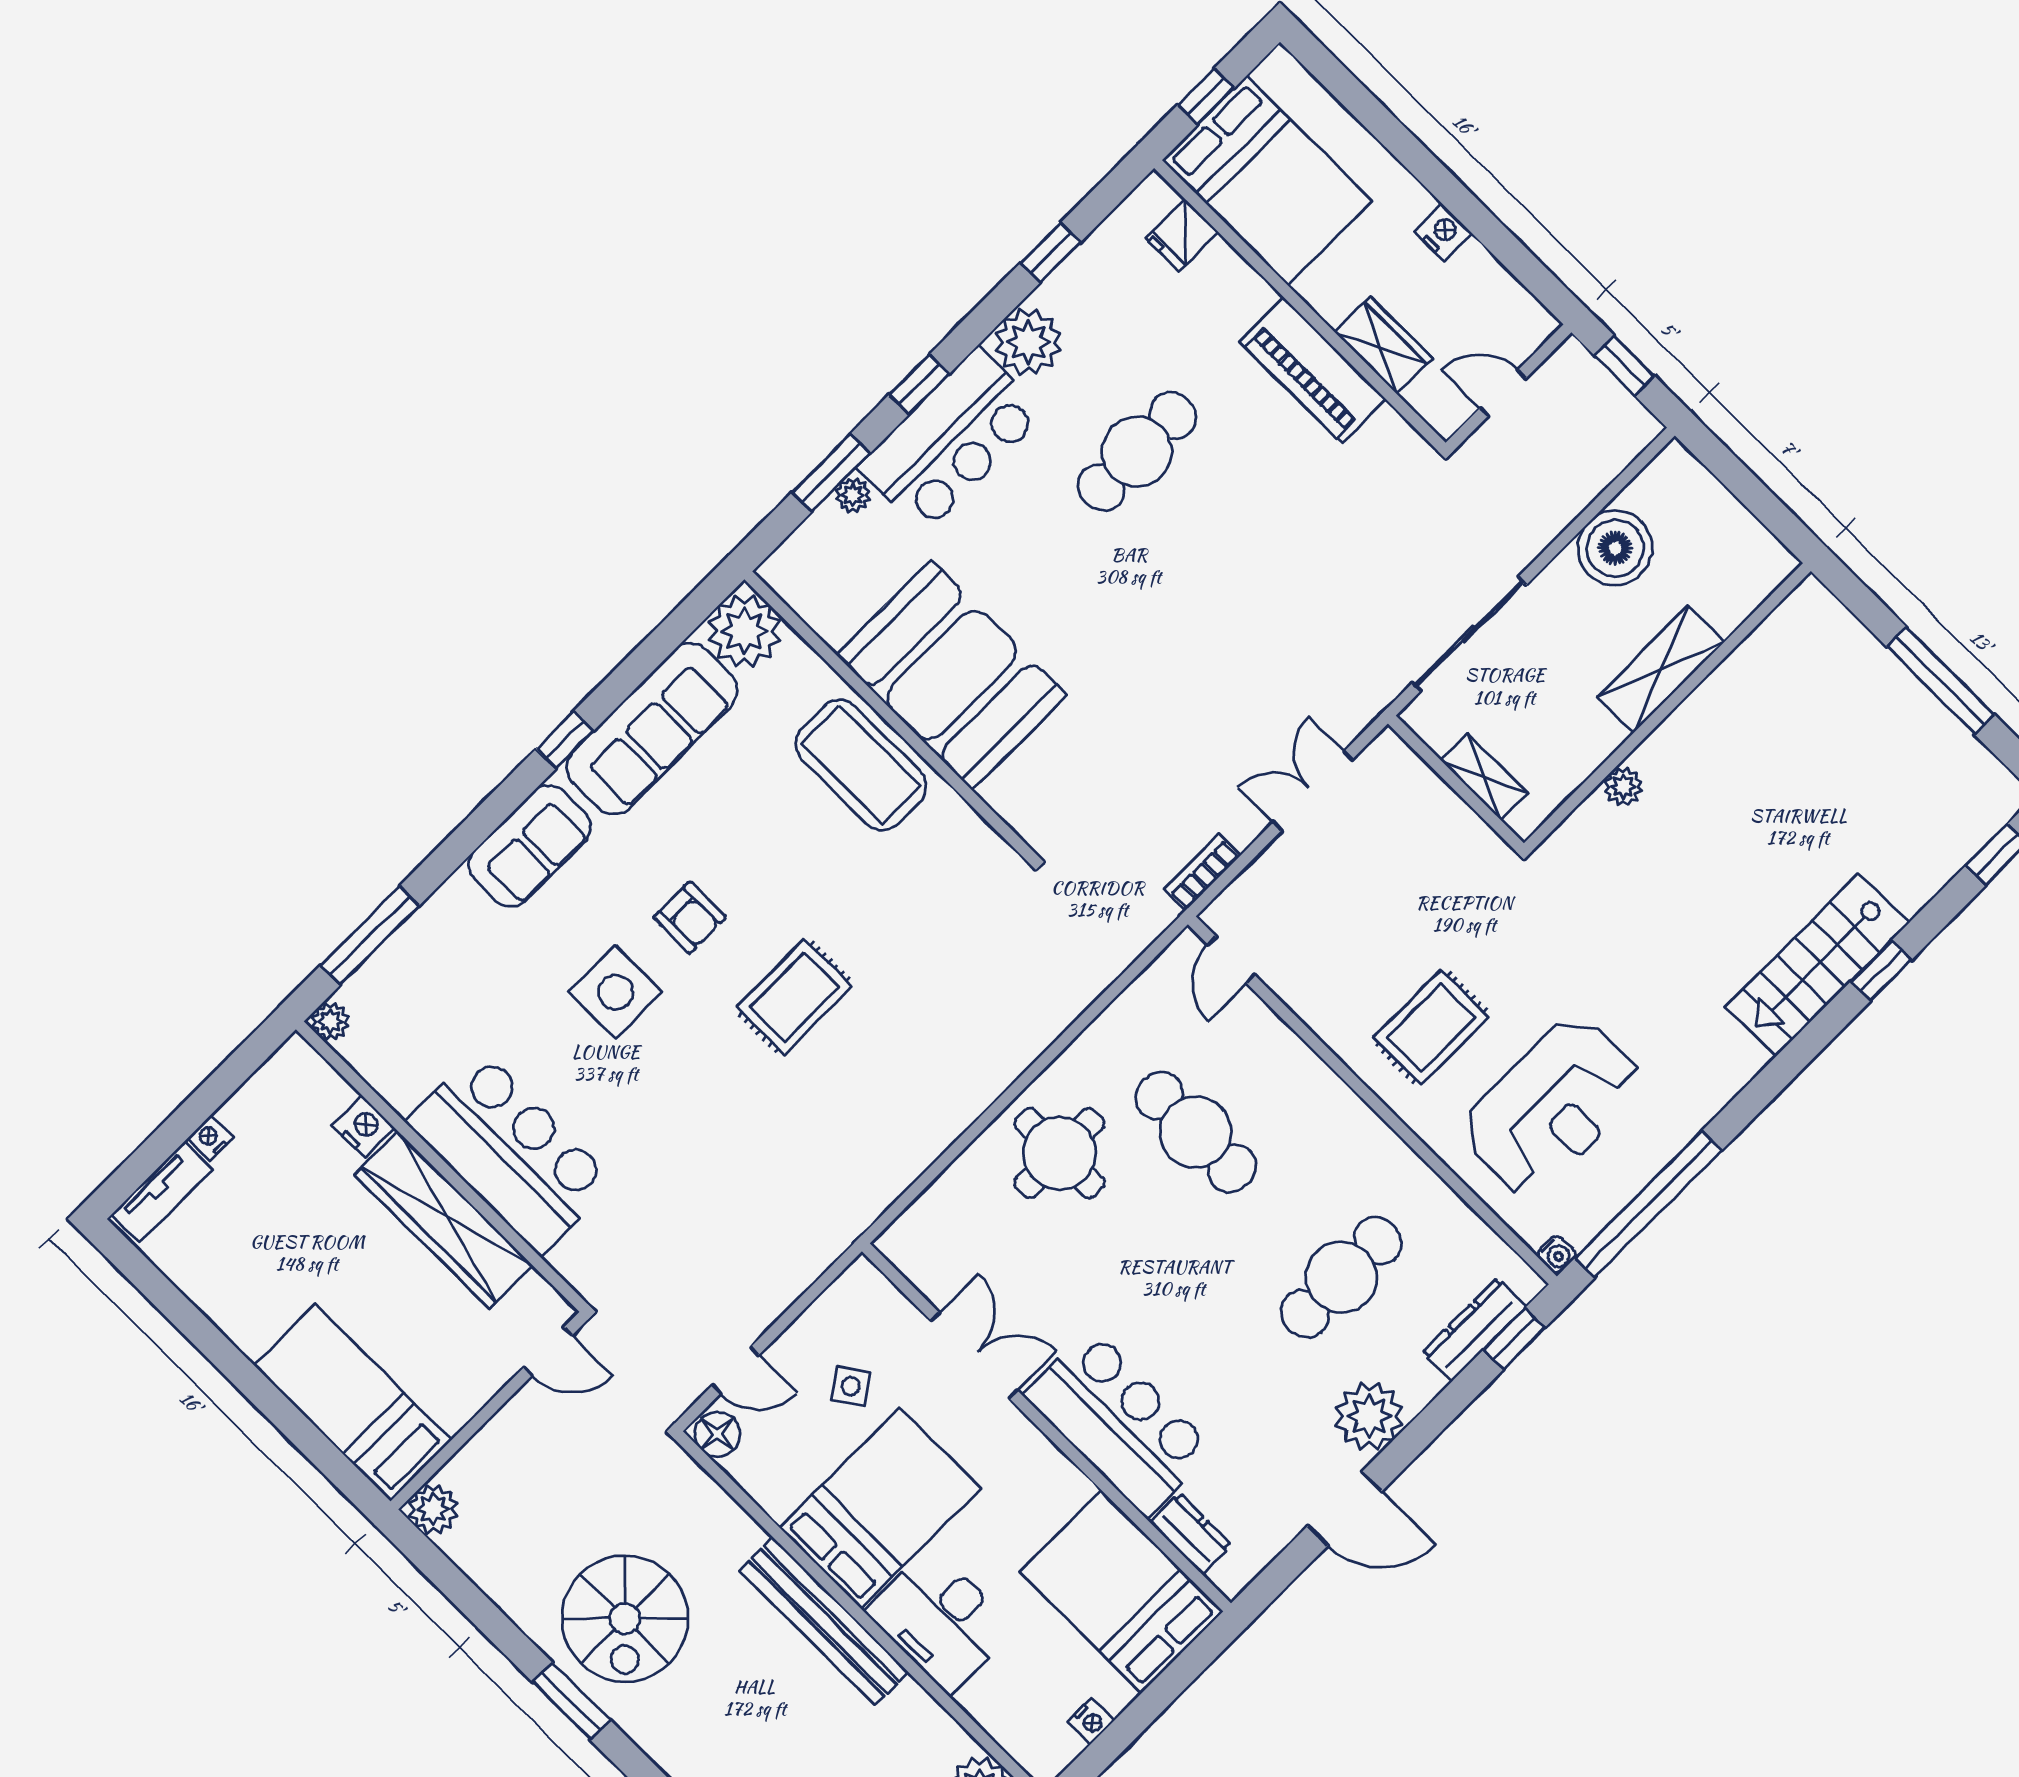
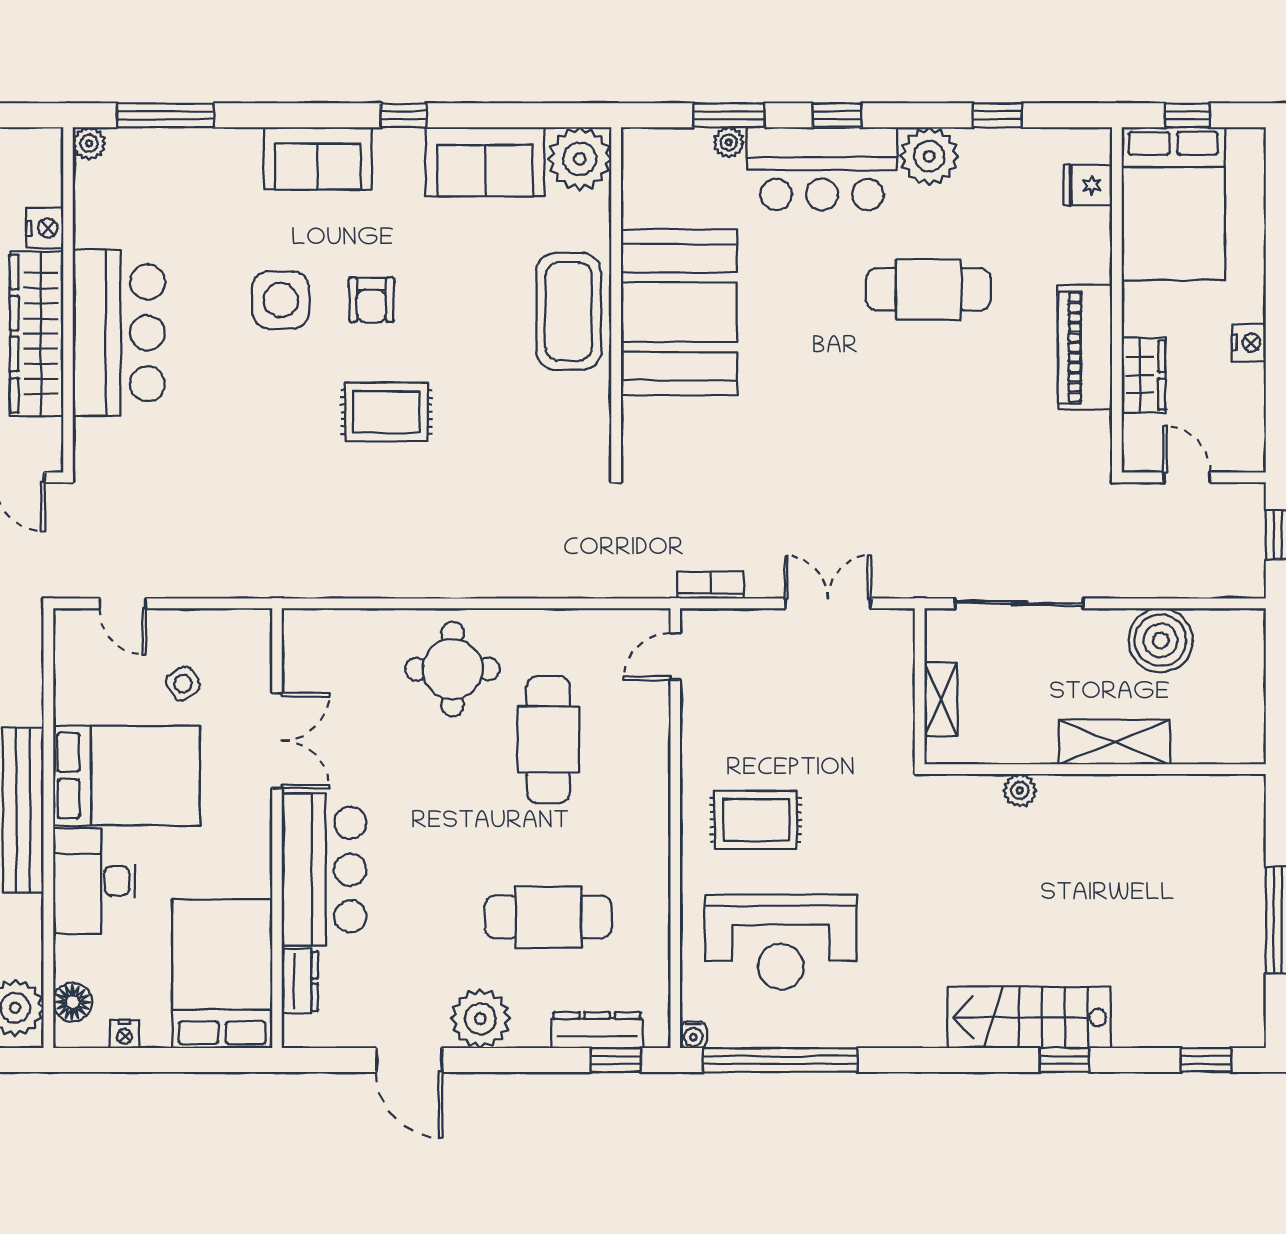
sofa: (652, 729) -> (485, 162), width x0.73
floor lamp: (717, 1434) -> (72, 1002), moved

